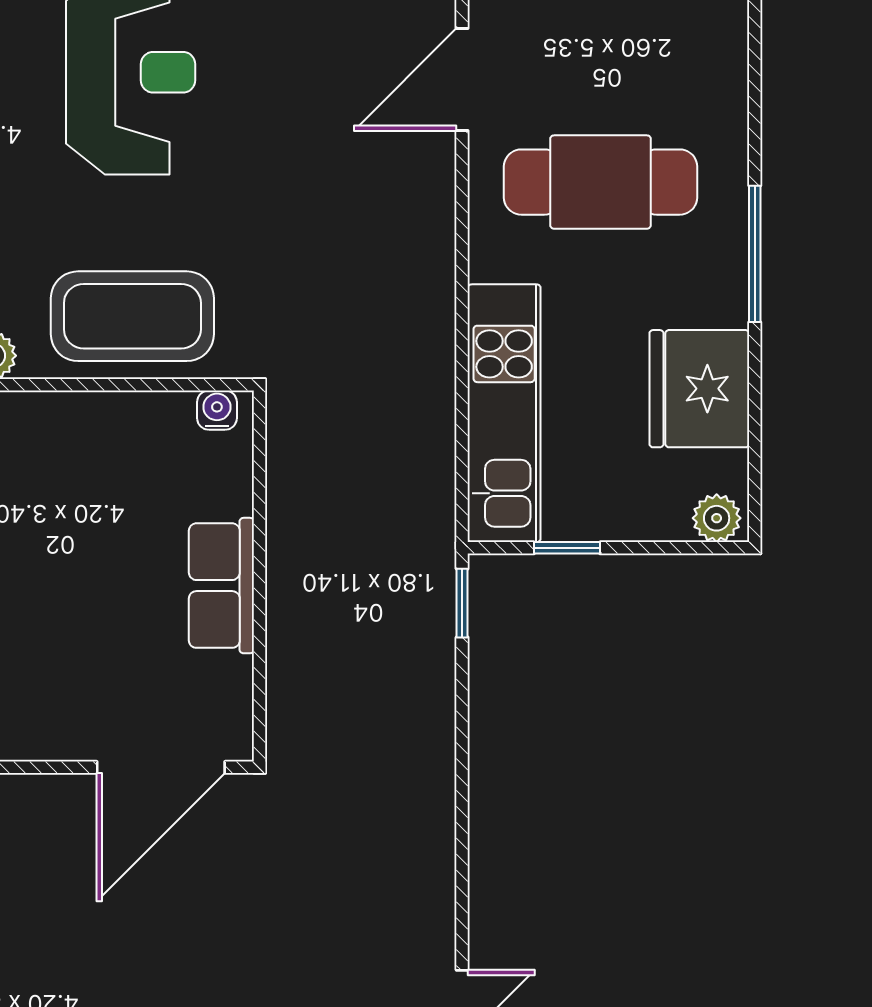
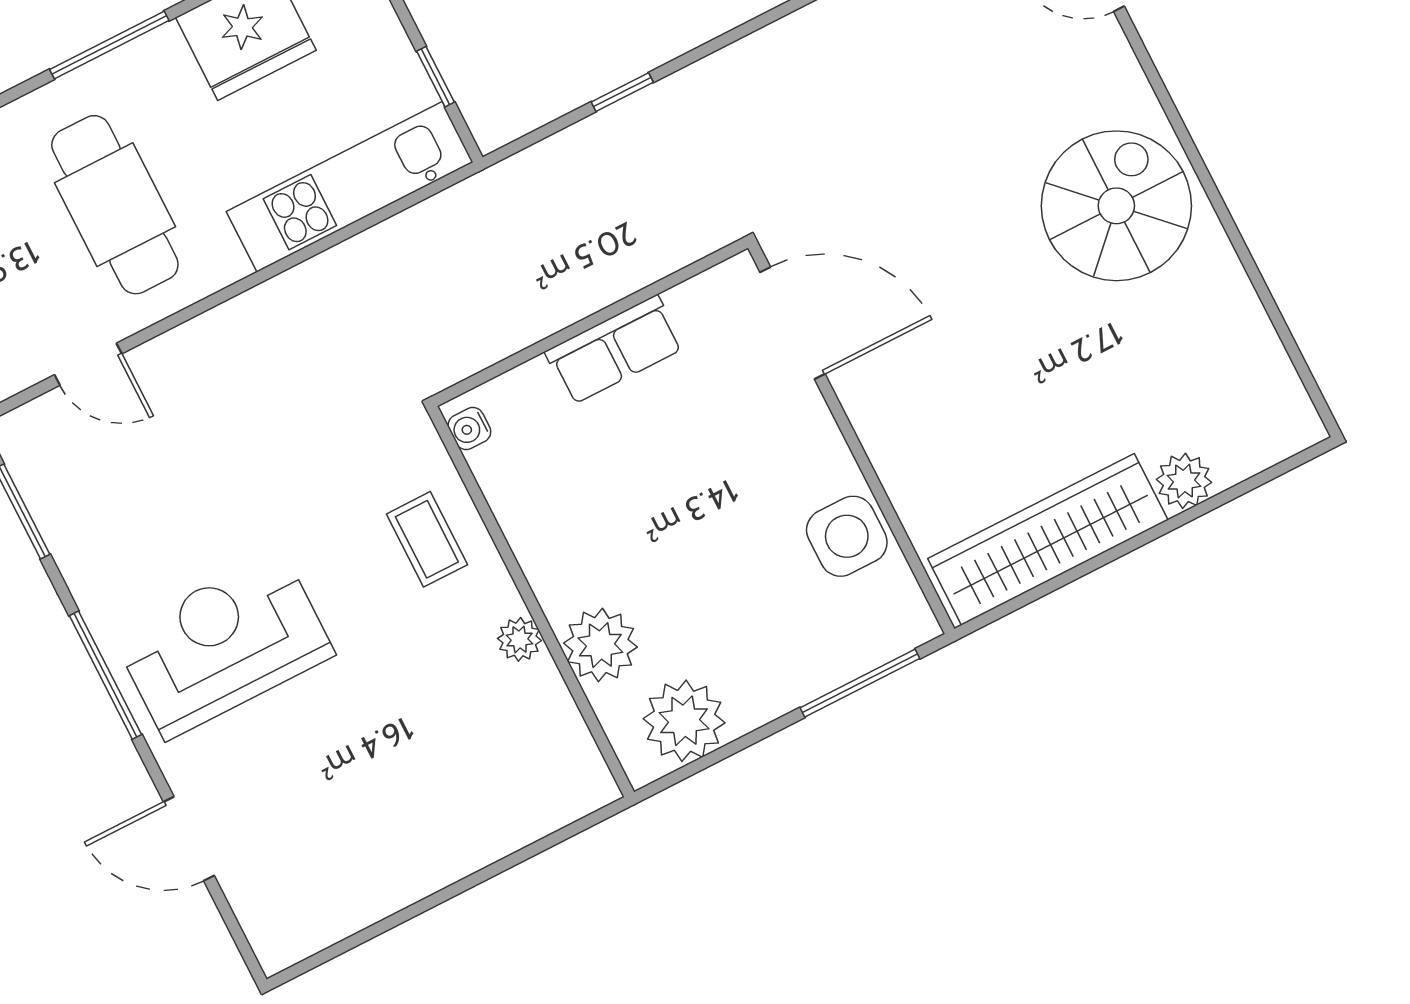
door: (462, 79) -> (88, 364), width x0.73
coffee table: (132, 316) -> (427, 539), width x0.54, depth x0.58
window: (462, 603) -> (622, 92), moved

